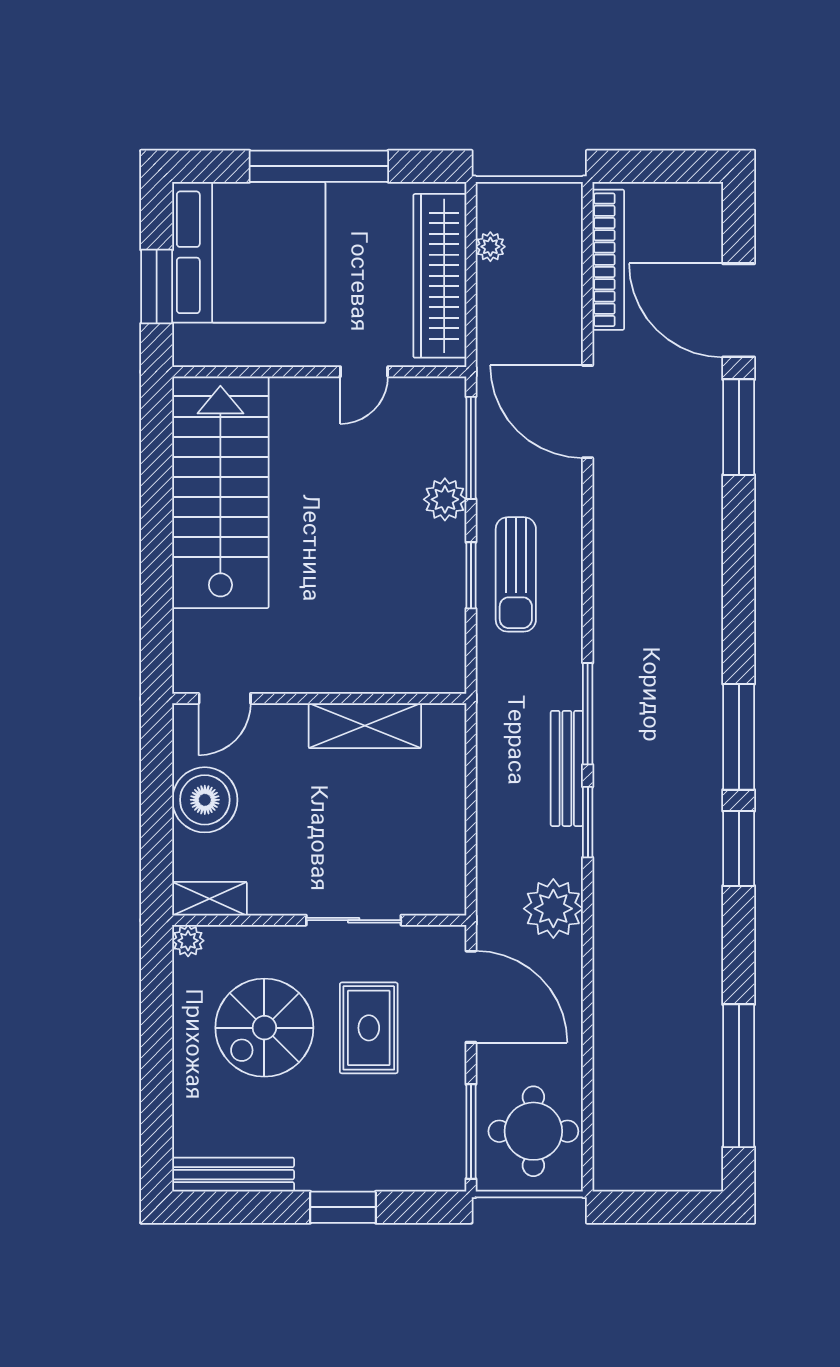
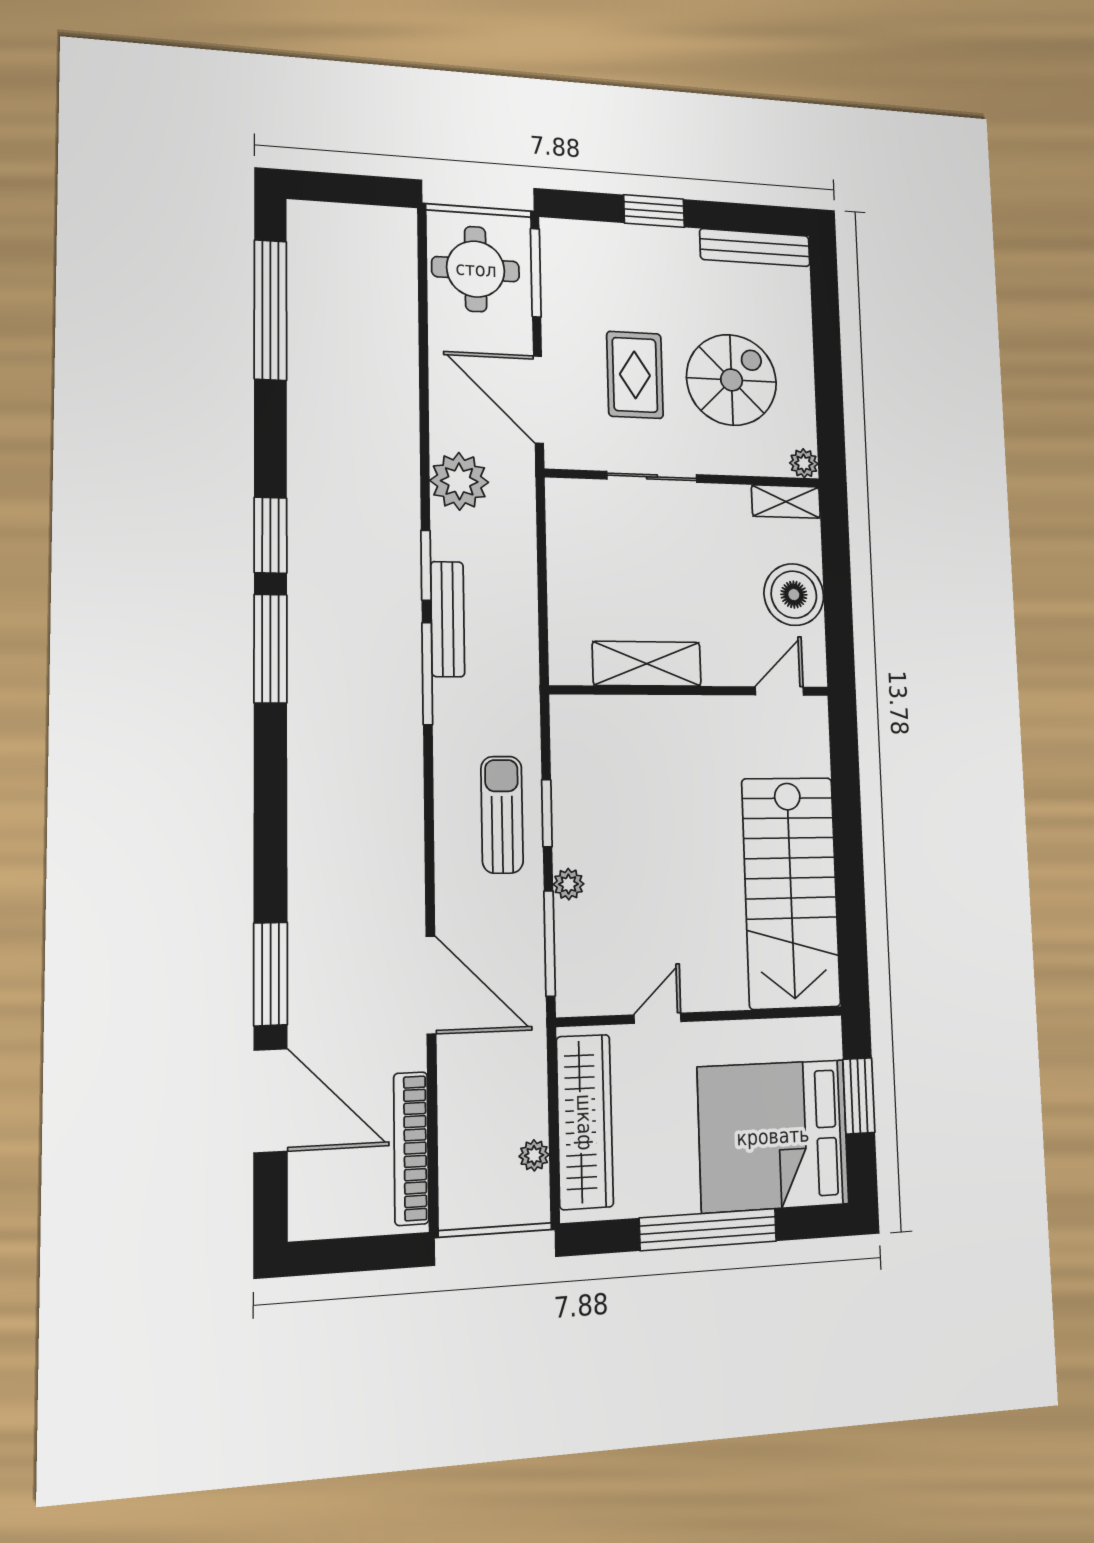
plant: (445, 499) -> (569, 884), width x0.73, depth x0.73

